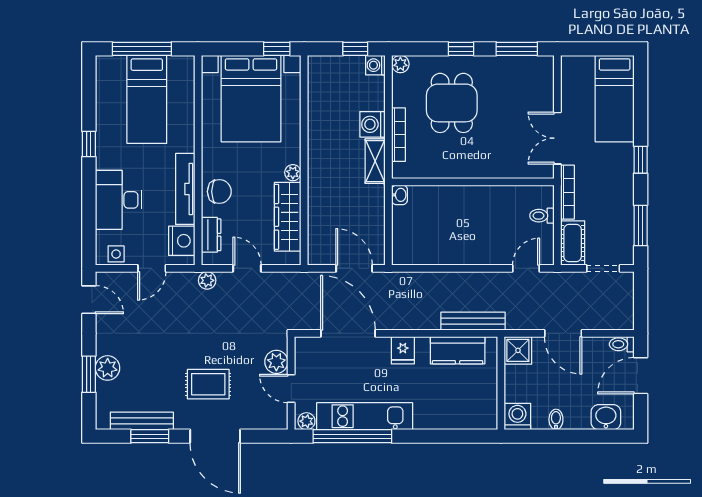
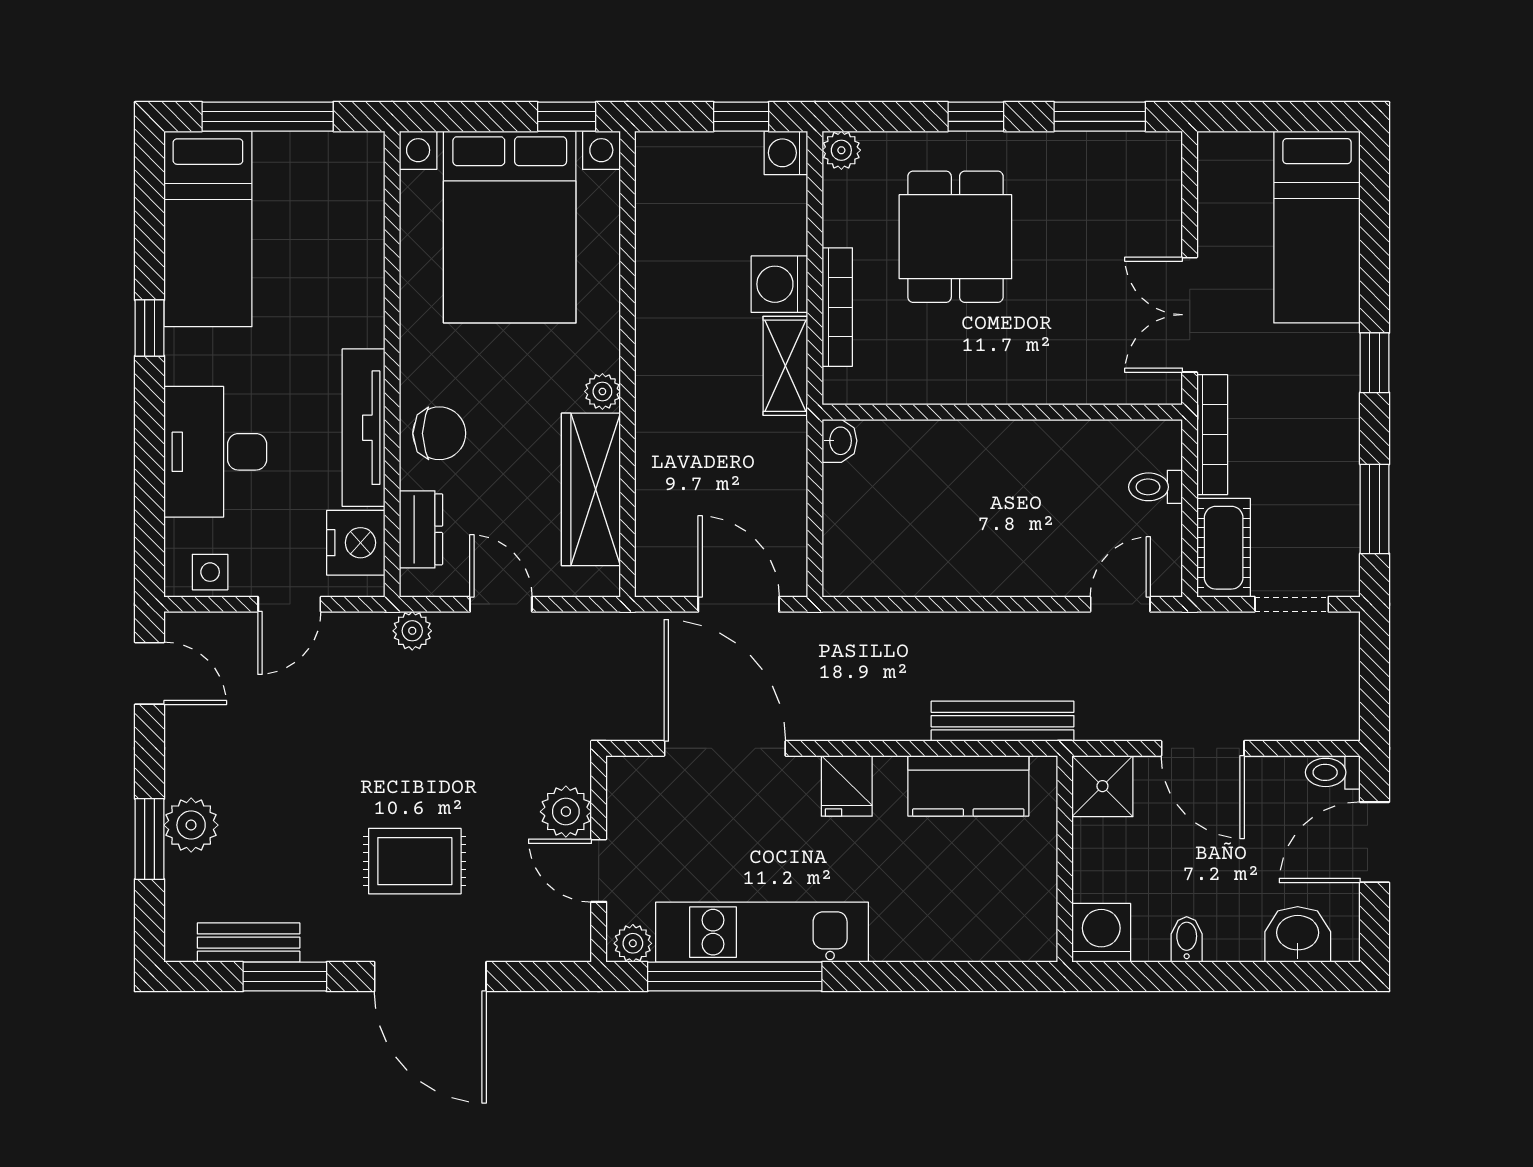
bed: (147, 99) -> (208, 229), moved
bench: (142, 421) -> (249, 943), width x0.73

